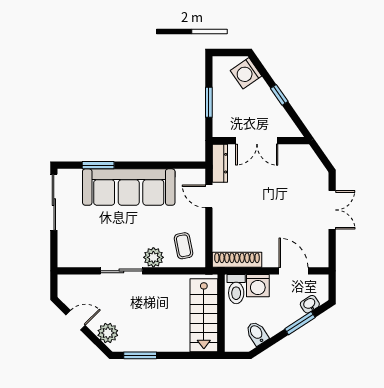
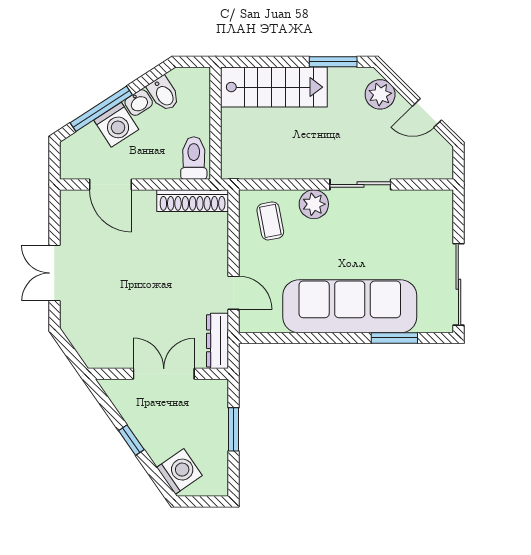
washing machine: (258, 286) -> (116, 125), moved, turned 147
washbasin: (310, 304) -> (139, 103), moved
stairs: (204, 315) -> (274, 87), moved, turned 90
window: (300, 323) -> (101, 109), width x1.44

